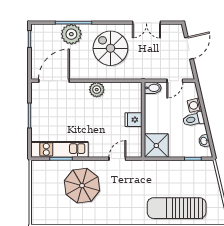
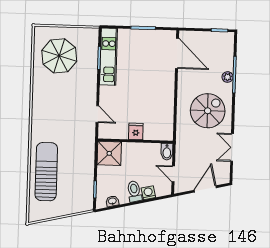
plant: (71, 34) -> (228, 77), width x0.53, depth x0.53
door: (189, 48) -> (205, 189), swing flipped
plant: (97, 90) -> (167, 96), removed
parasol: (82, 186) -> (59, 56), moved

